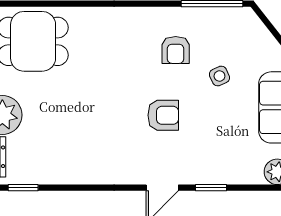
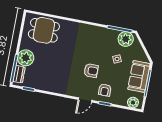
plant: (231, 25) -> (126, 39), added
armchair: (176, 50) -> (105, 90), moved

